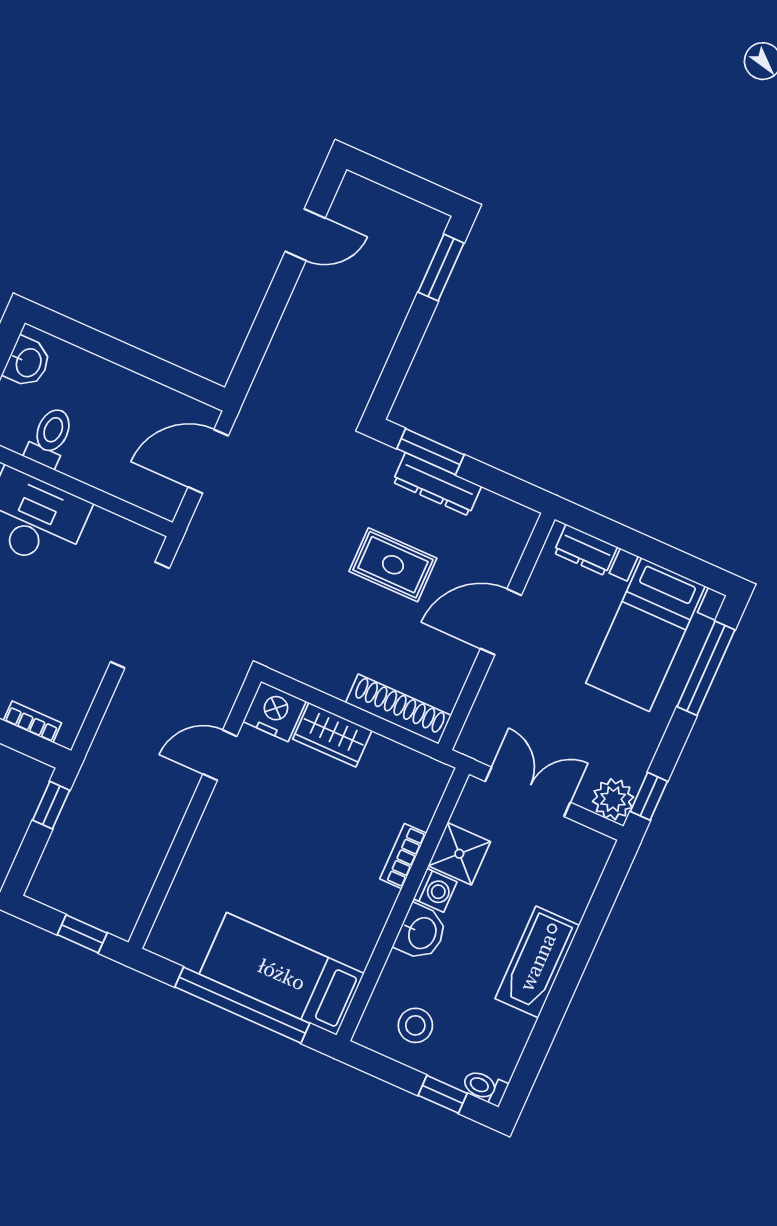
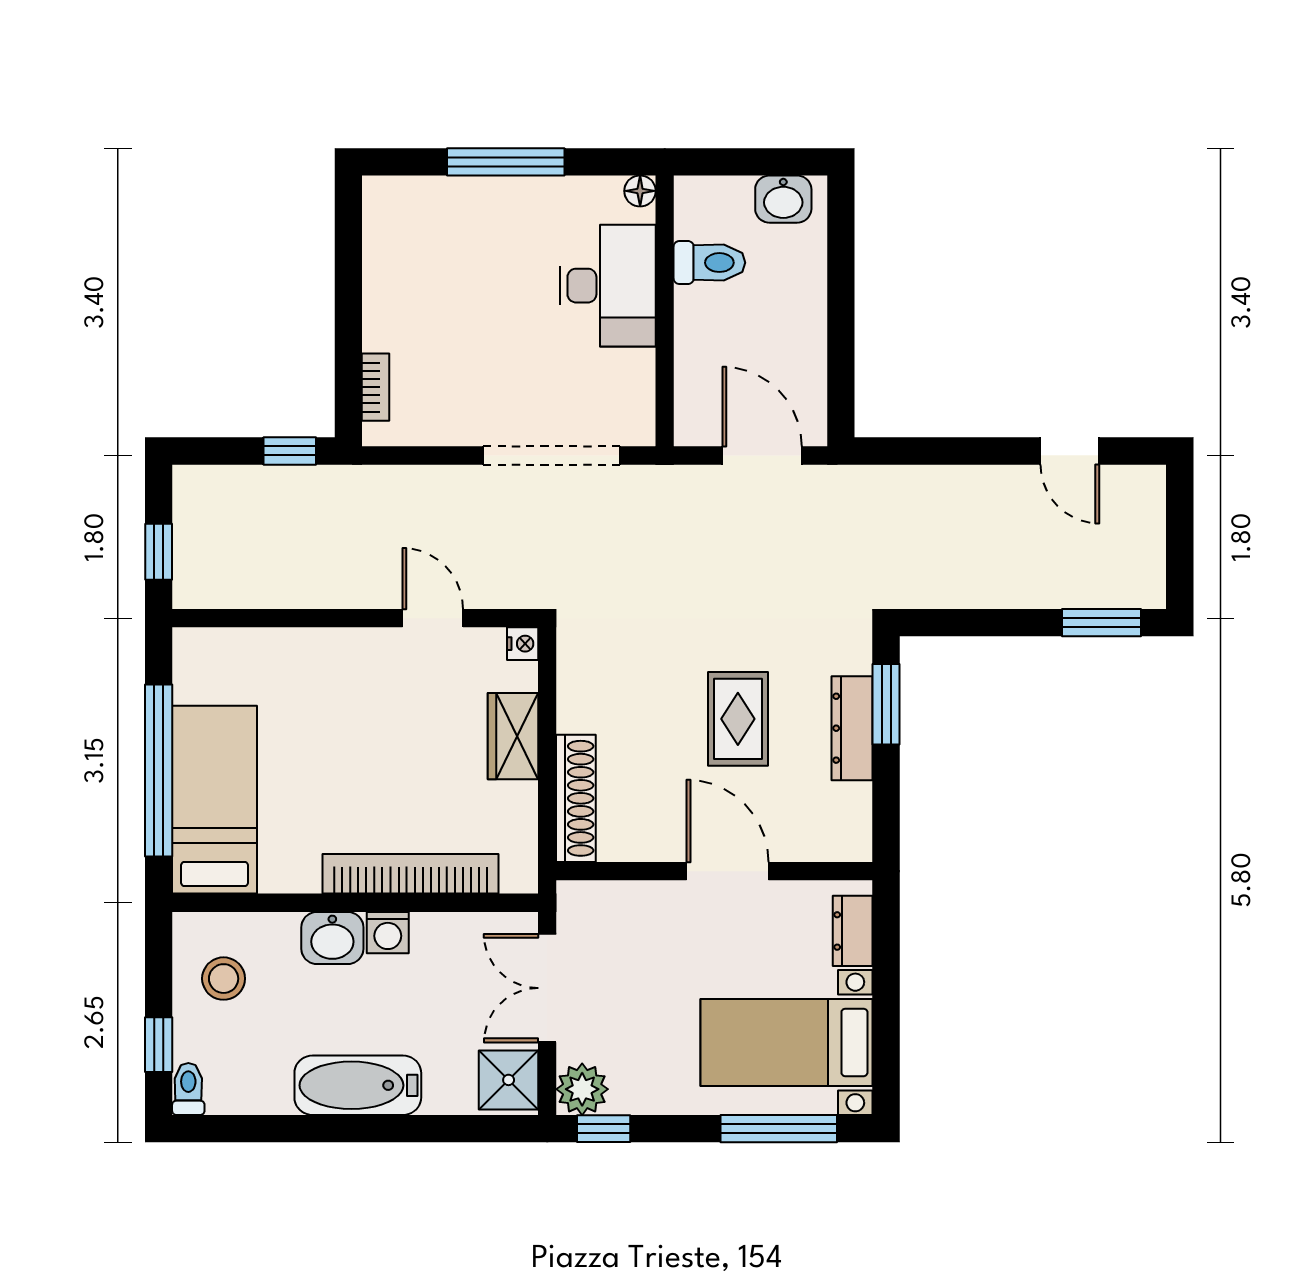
nightstand: (275, 711) -> (523, 644), width x0.53, depth x0.56
double door: (528, 792) -> (547, 988), swing flipped
shower: (459, 854) -> (509, 1080), moved
bookcase: (403, 856) -> (411, 874), width x2.31, depth x1.31

